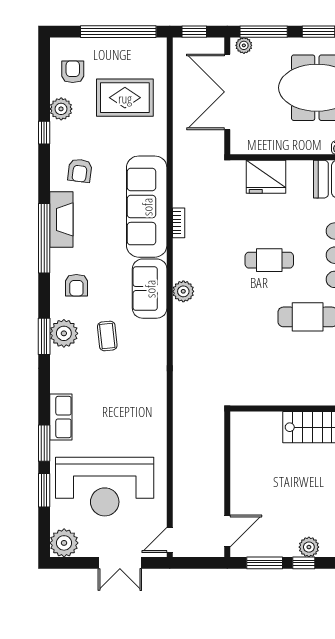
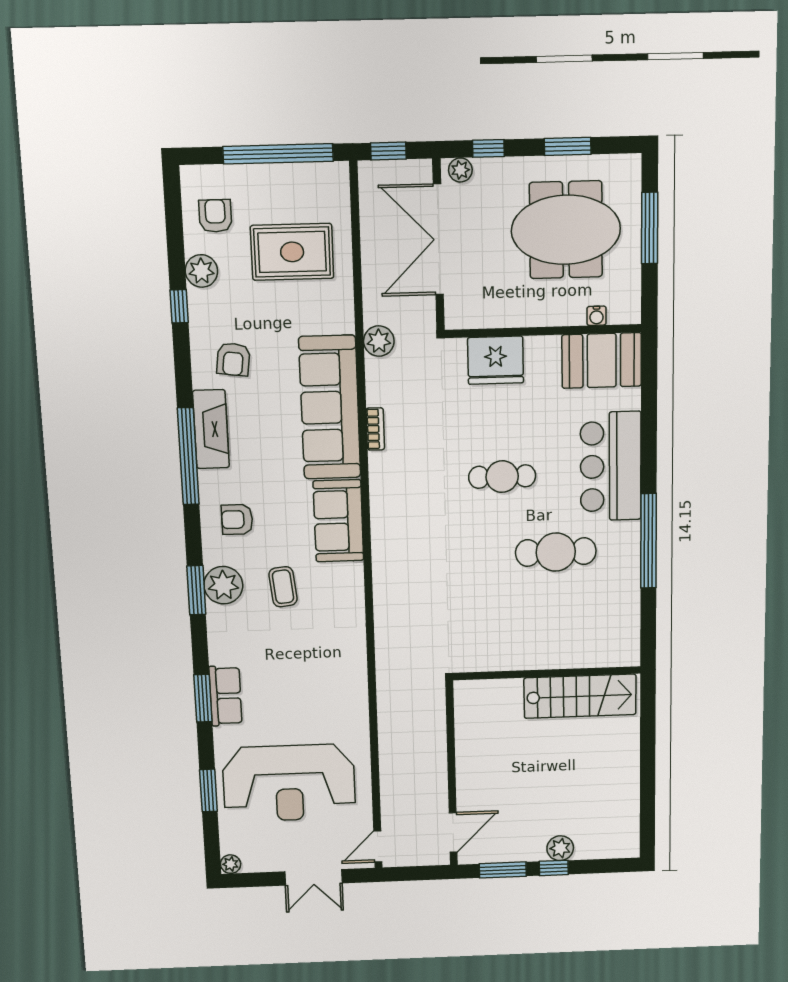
window: (264, 32) -> (488, 148), width x0.46
armchair: (76, 285) -> (237, 519), turned 90
plant: (183, 291) -> (379, 341), moved
window: (44, 443) -> (203, 698), moved
plant: (64, 543) -> (231, 864), width x0.53, depth x0.53

